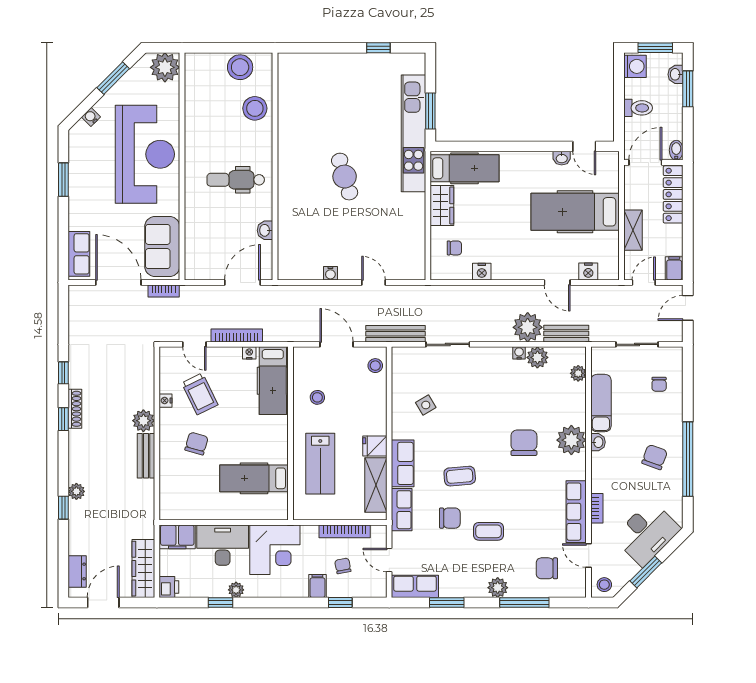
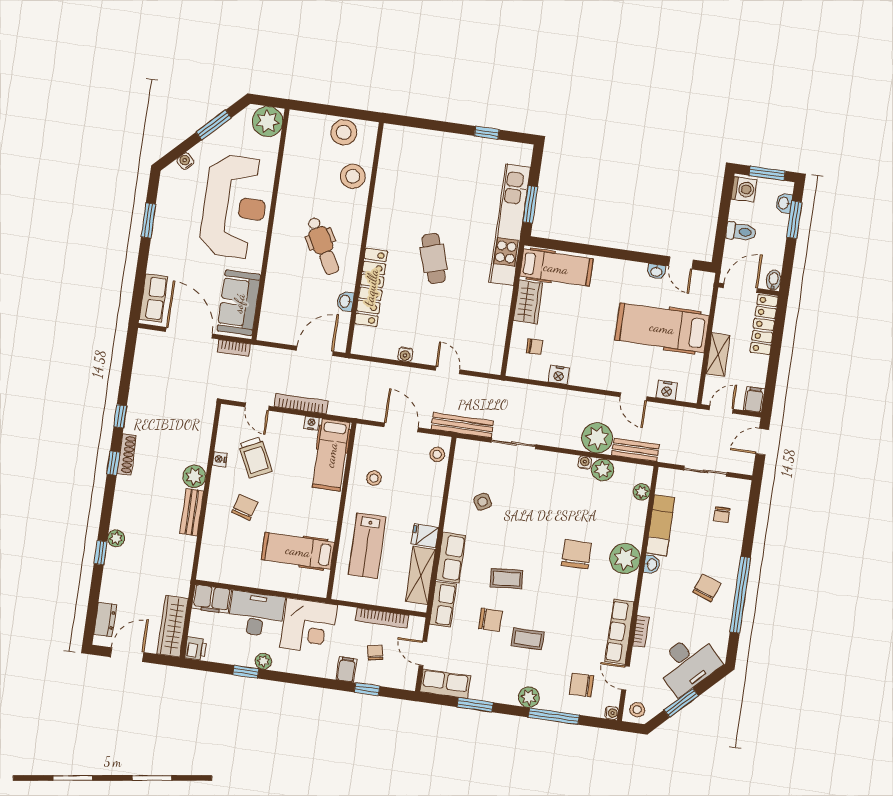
dental chair: (236, 180) -> (323, 246), turned -119
locker: (288, 213) -> (371, 287), added
water cooler: (580, 591) -> (612, 713), added

